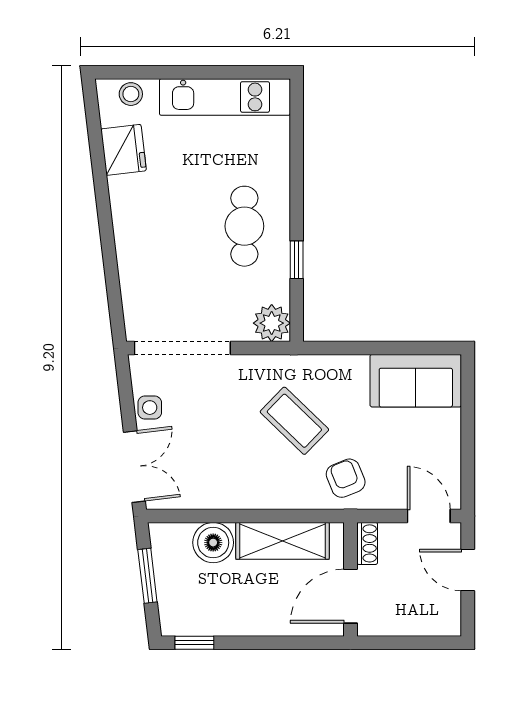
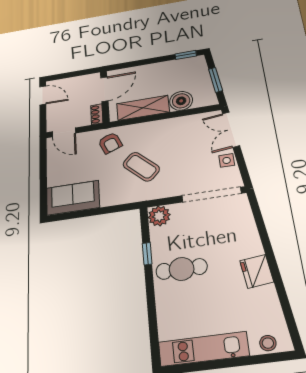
fridge: (123, 150) -> (257, 271), moved
cafe table: (244, 226) -> (182, 269), turned 90
door: (468, 570) -> (43, 95), moved

